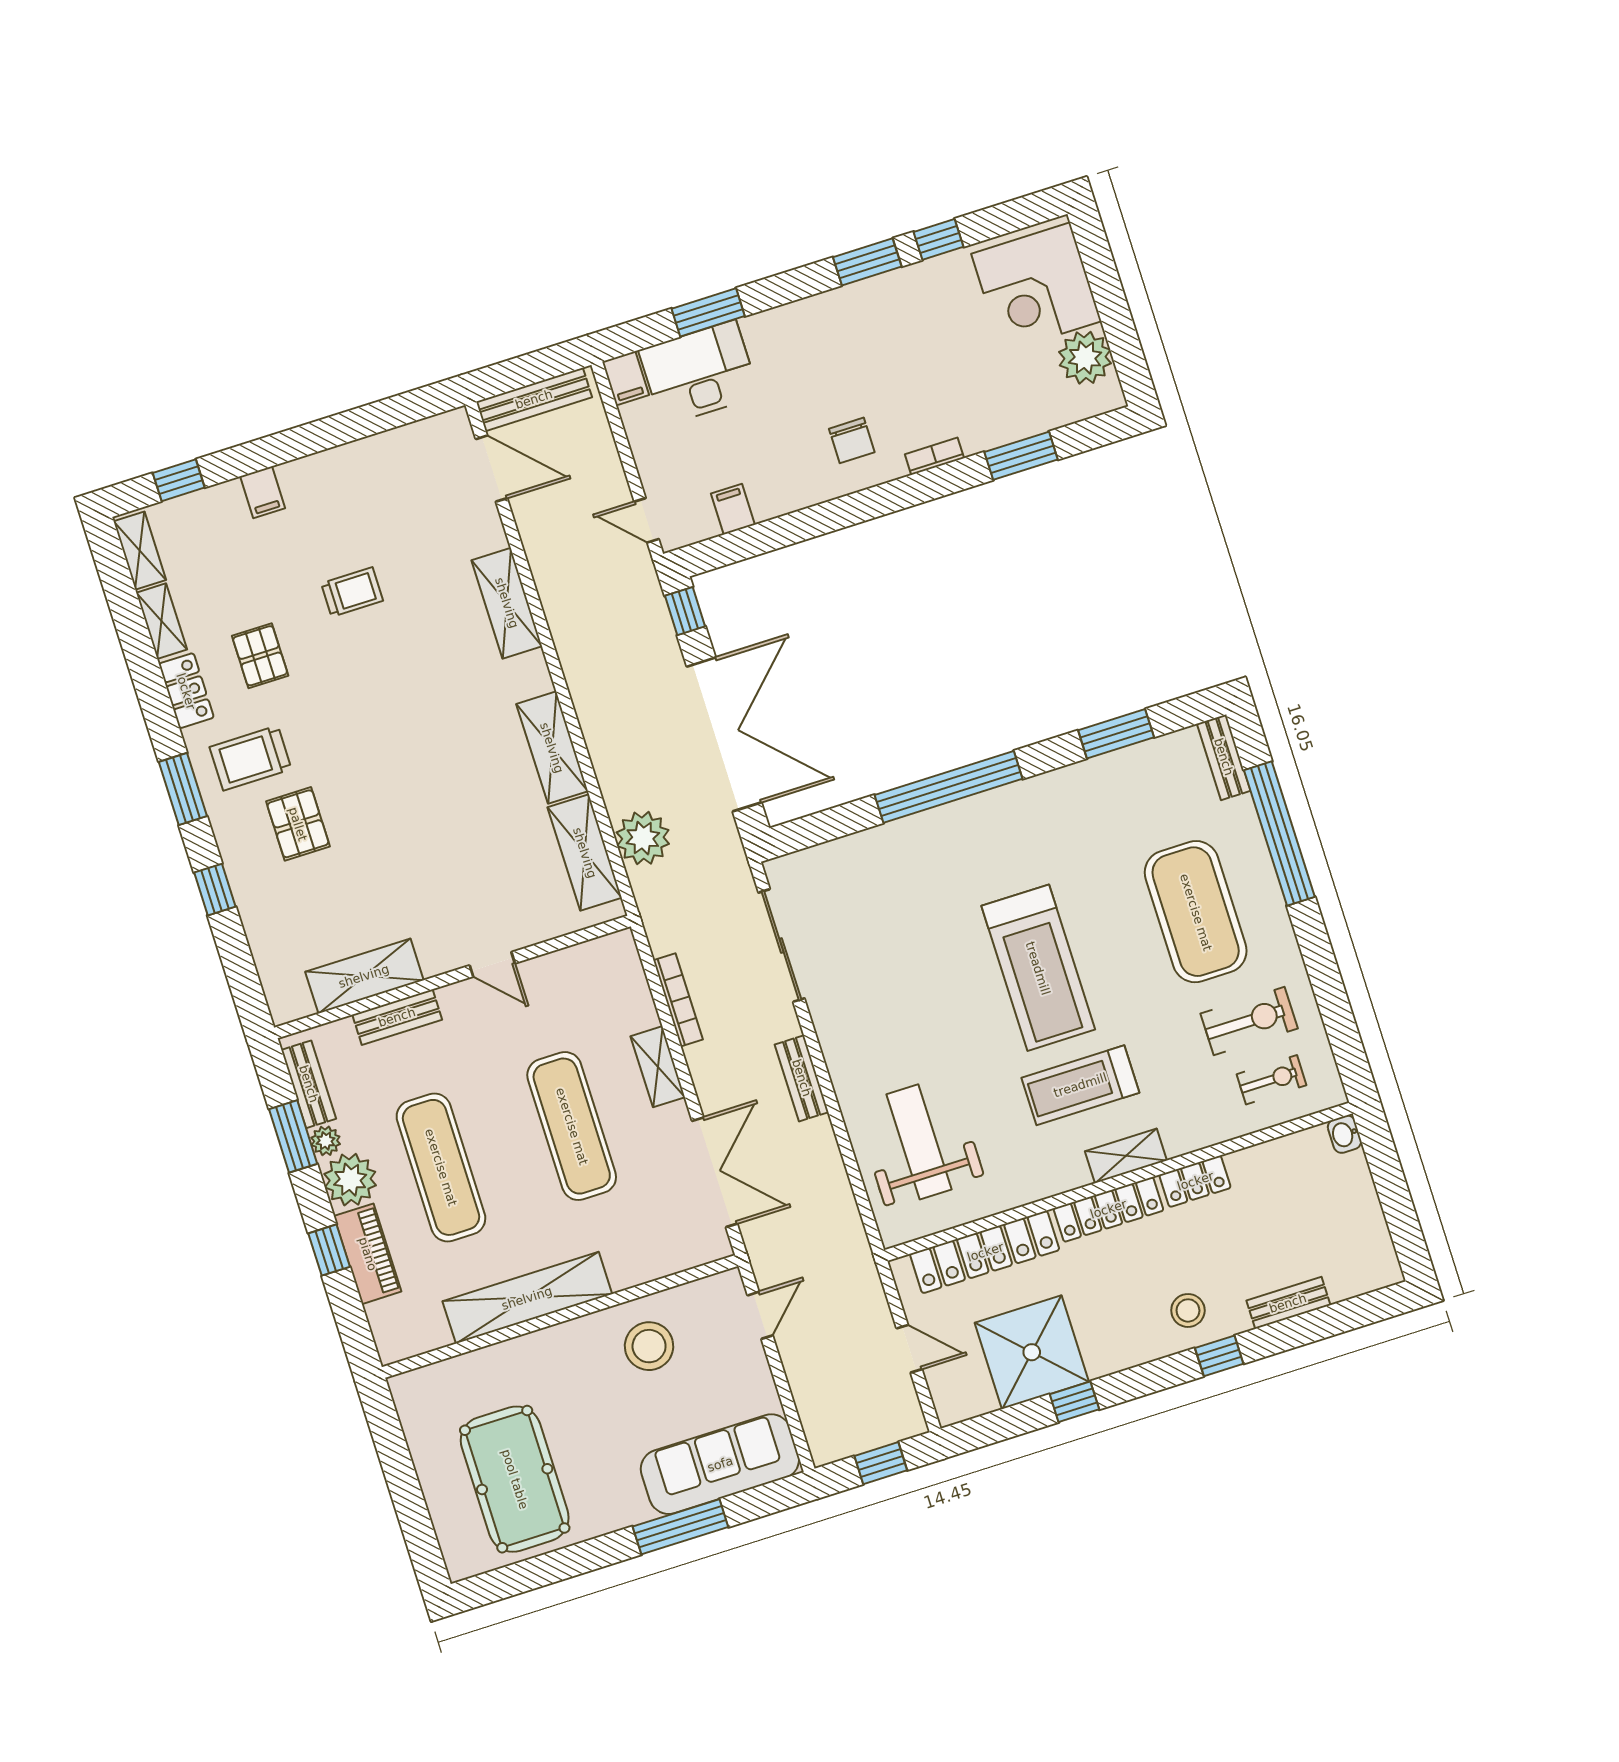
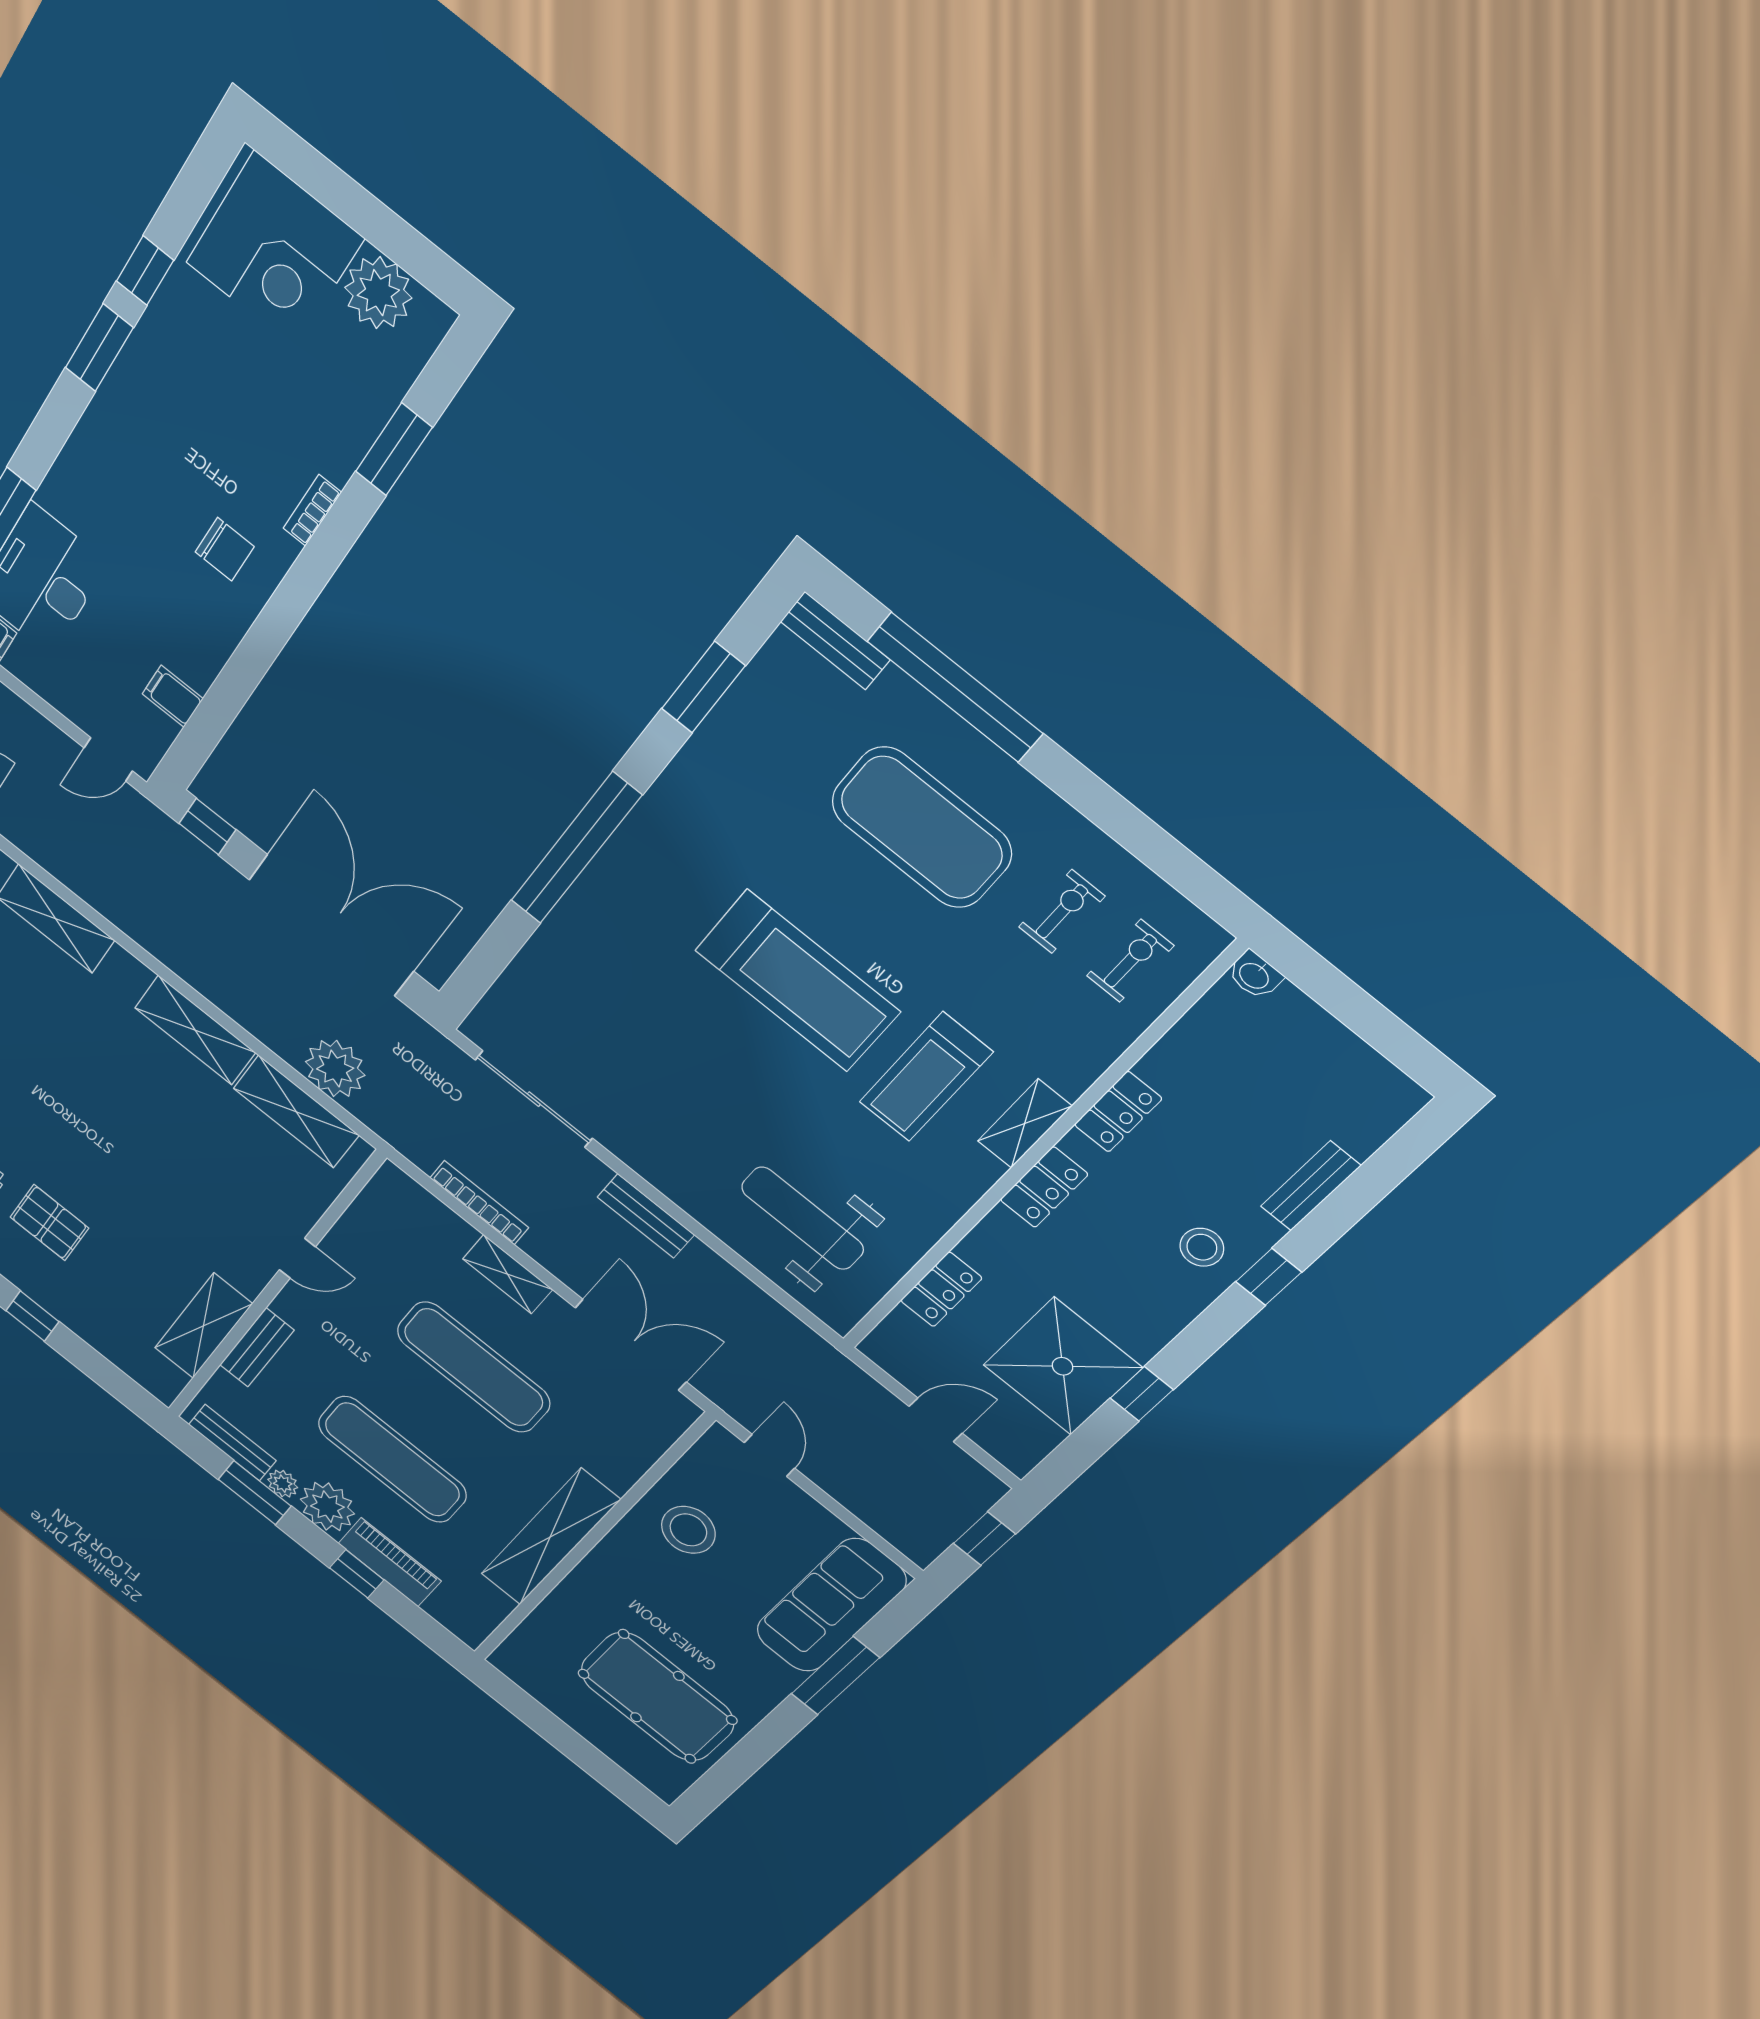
exercise bike: (1249, 1021) -> (1062, 912), width x0.73, depth x0.72
locker: (1108, 1209) -> (1044, 1187), width x0.66
locker: (985, 1252) -> (941, 1289), width x0.46, depth x0.83

